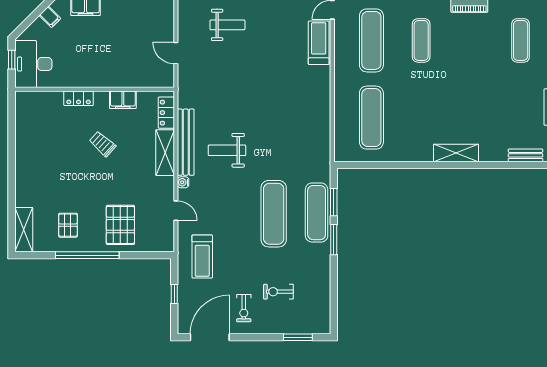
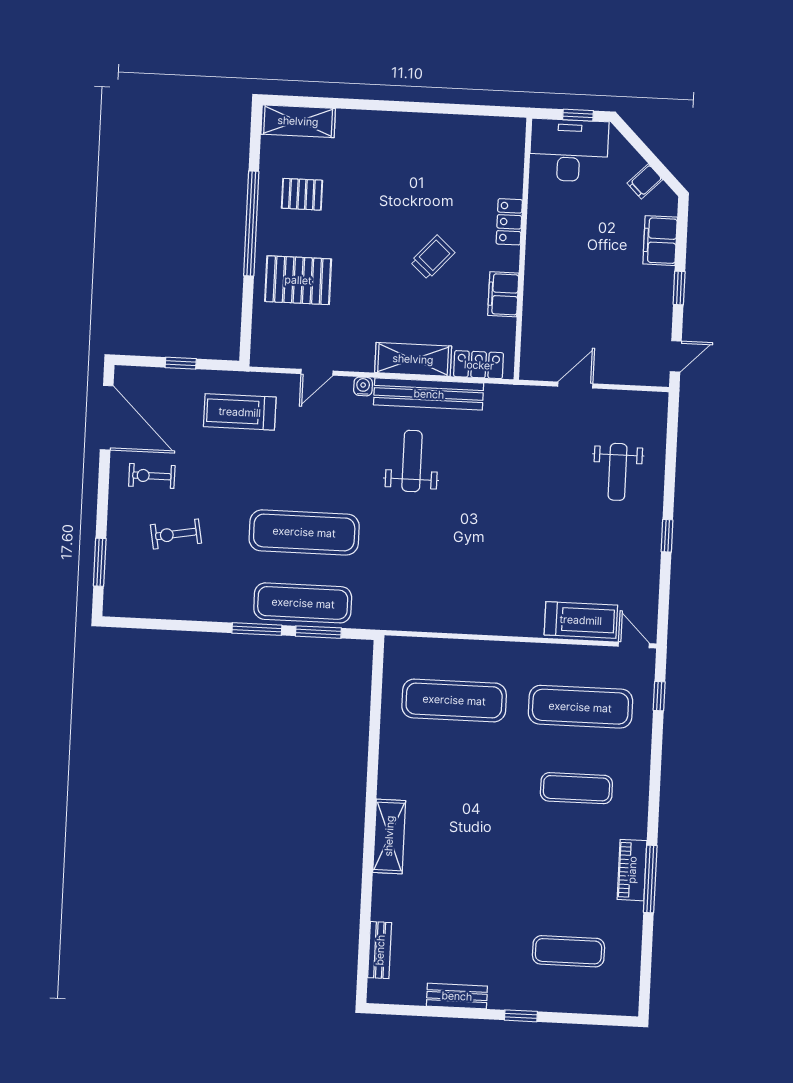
exercise bike: (278, 292) -> (176, 534), turned -100

